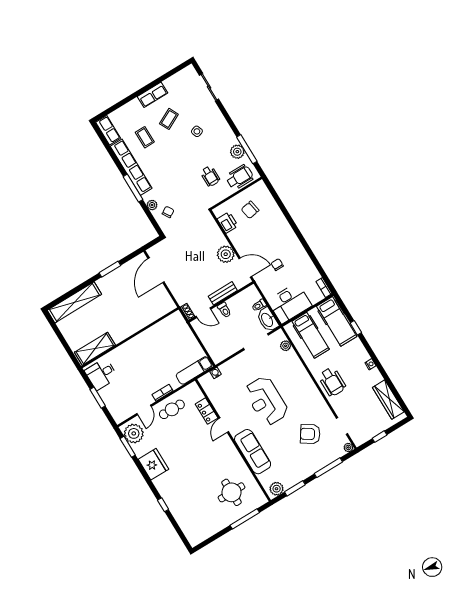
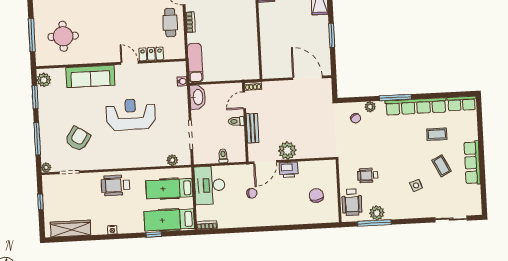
row of seats: (153, 95) -> (472, 163), width x1.48
printer: (228, 222) -> (289, 170), moved
washbasin: (267, 320) -> (198, 97), moved, turned 90

